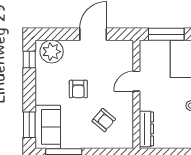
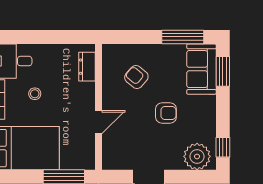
armchair: (78, 89) -> (166, 113), turned 90
dresser: (146, 129) -> (87, 67), width x0.70

